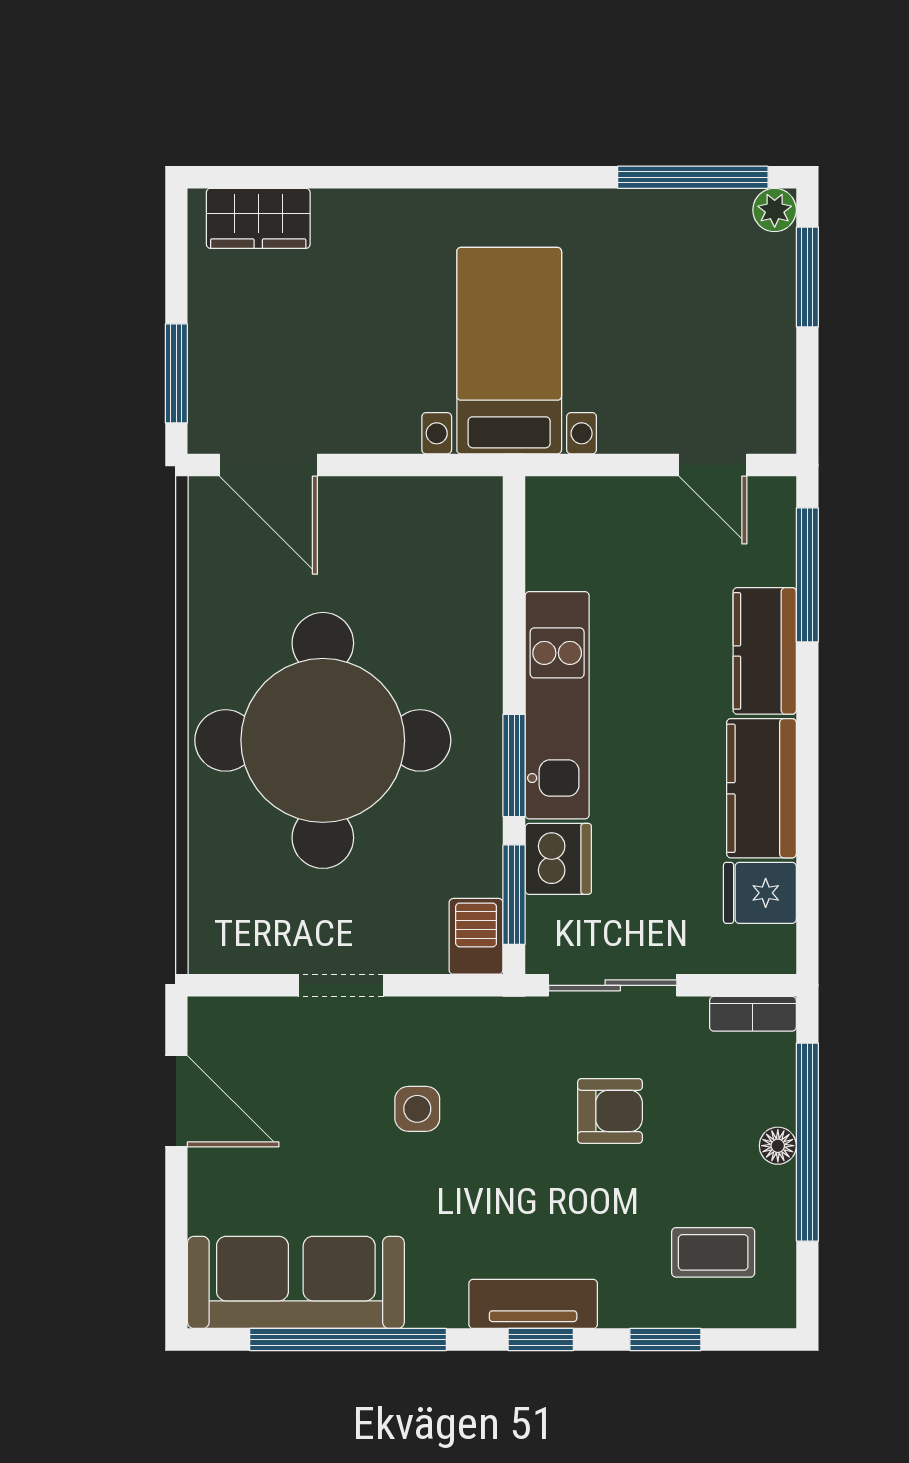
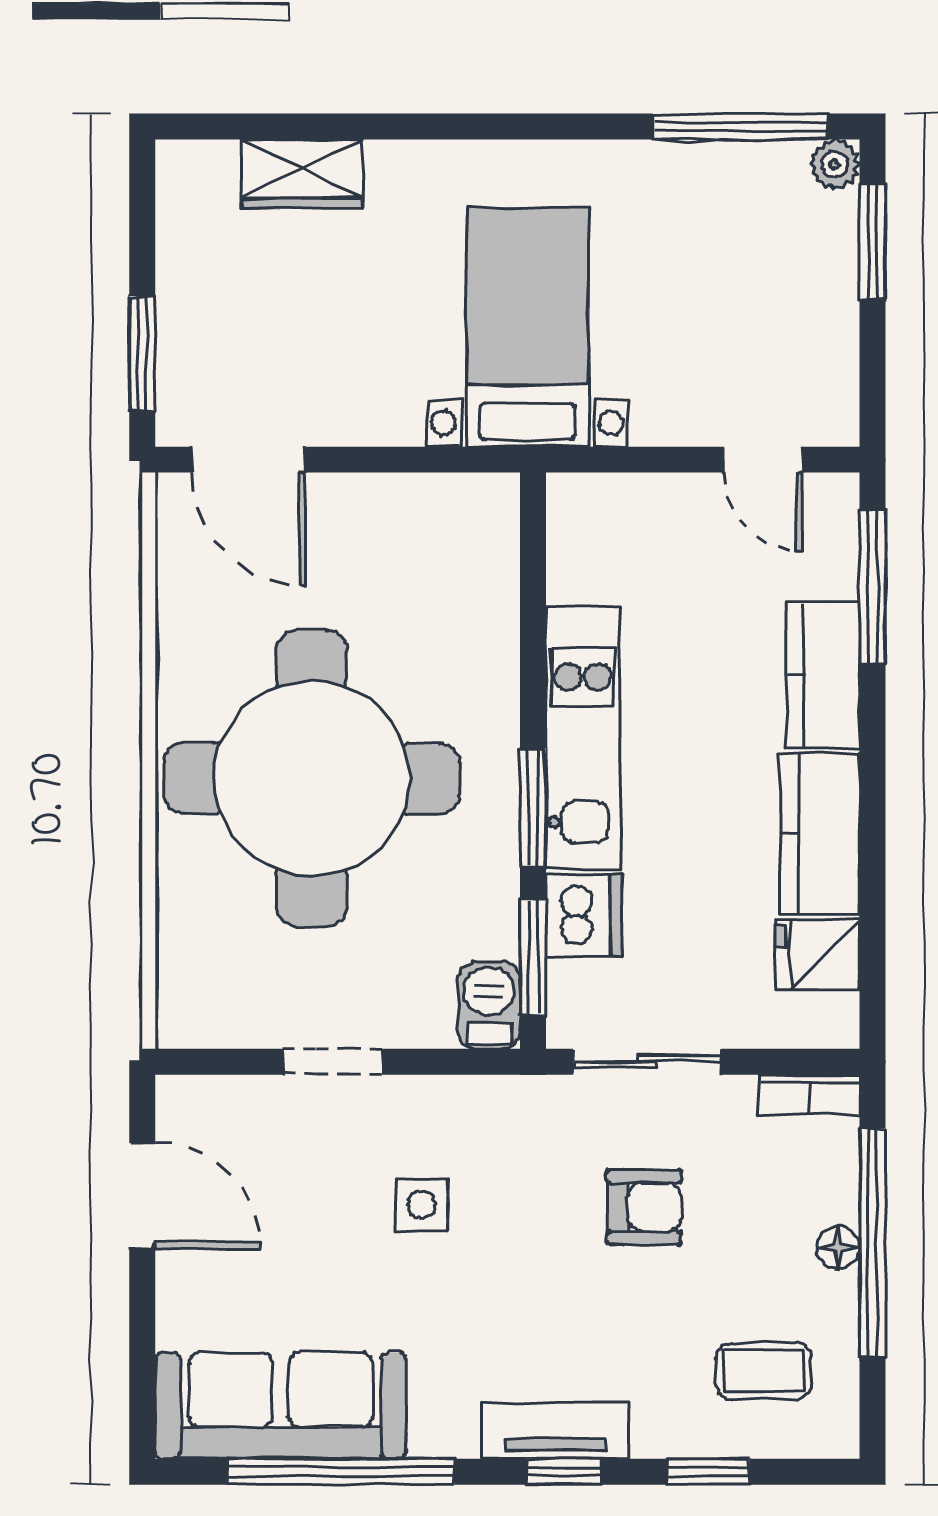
wardrobe: (258, 218) -> (302, 174), moved

